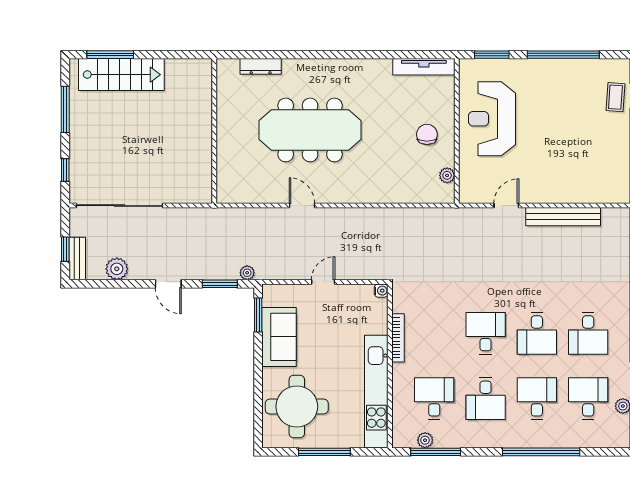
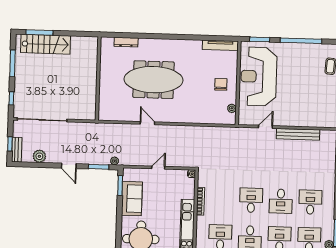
reception desk: (492, 119) -> (259, 76), width x1.36, depth x1.30
desk: (588, 333) -> (310, 202), turned 180

